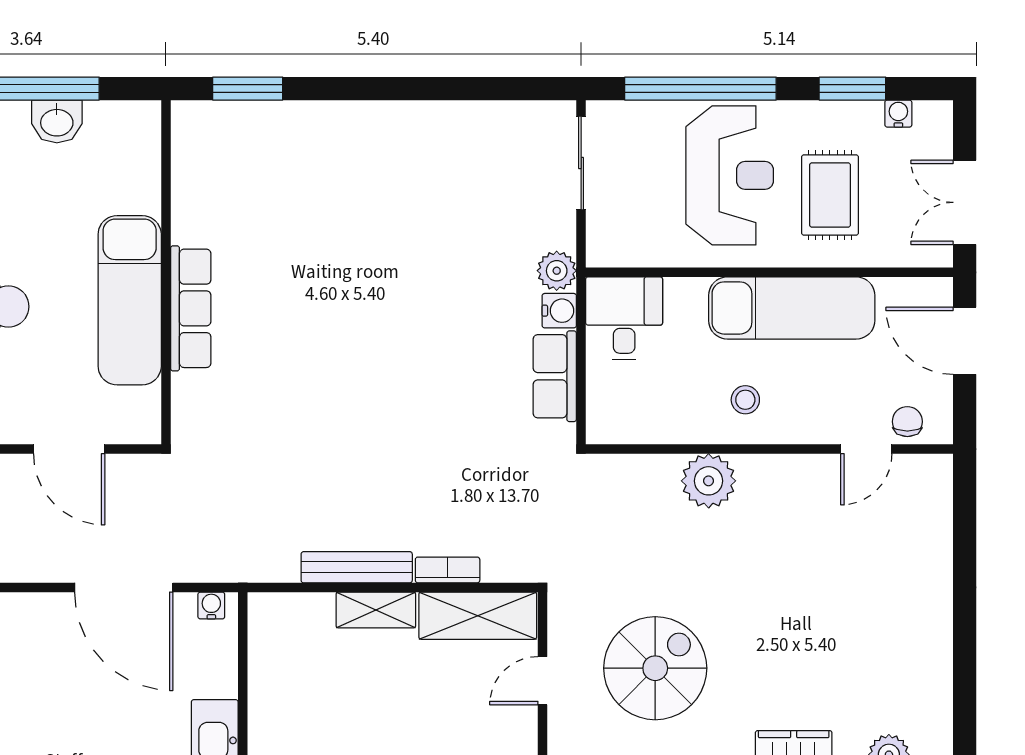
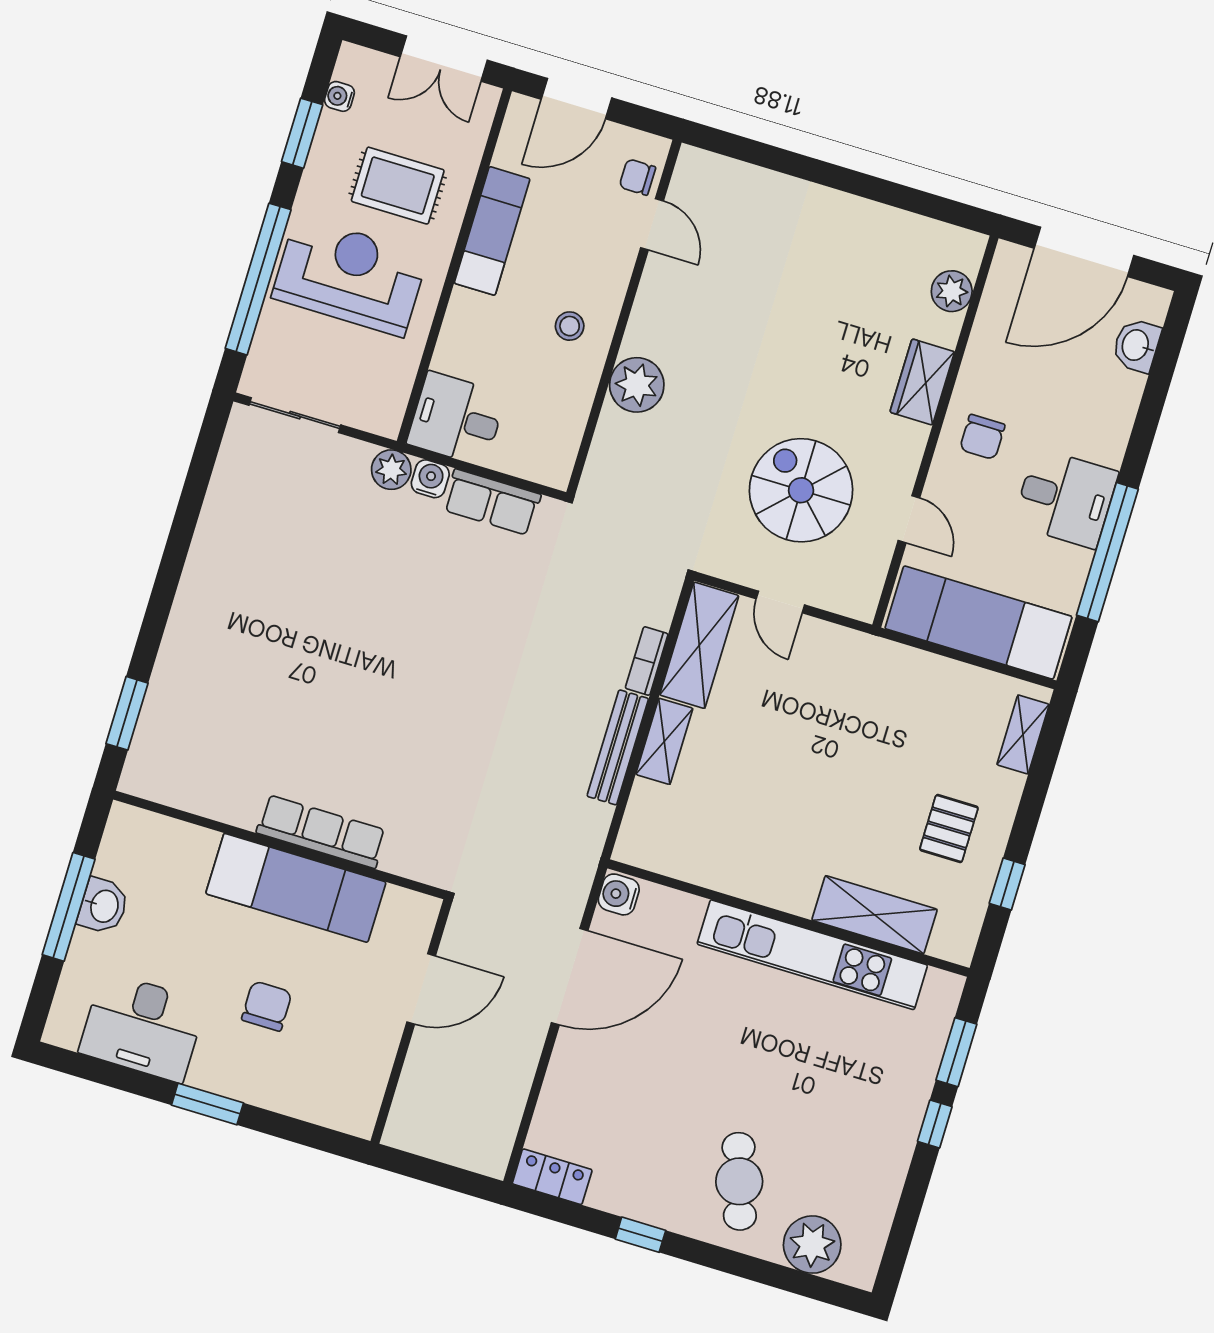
exam couch: (792, 308) -> (492, 231), width x0.73, depth x0.69
water cooler: (211, 606) -> (619, 894), width x1.38, depth x1.38

